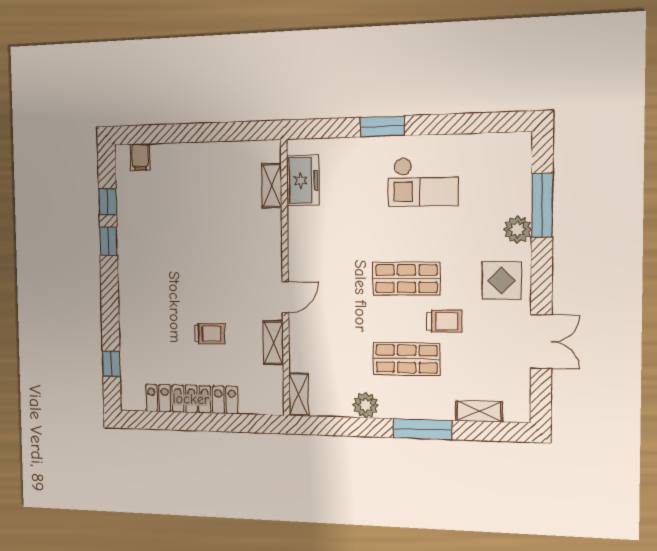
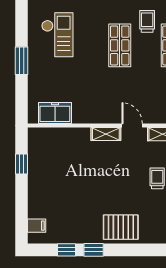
window: (227, 132) -> (22, 164), added
shelving: (272, 186) -> (106, 134), moved
pallet: (140, 280) -> (121, 227), added

